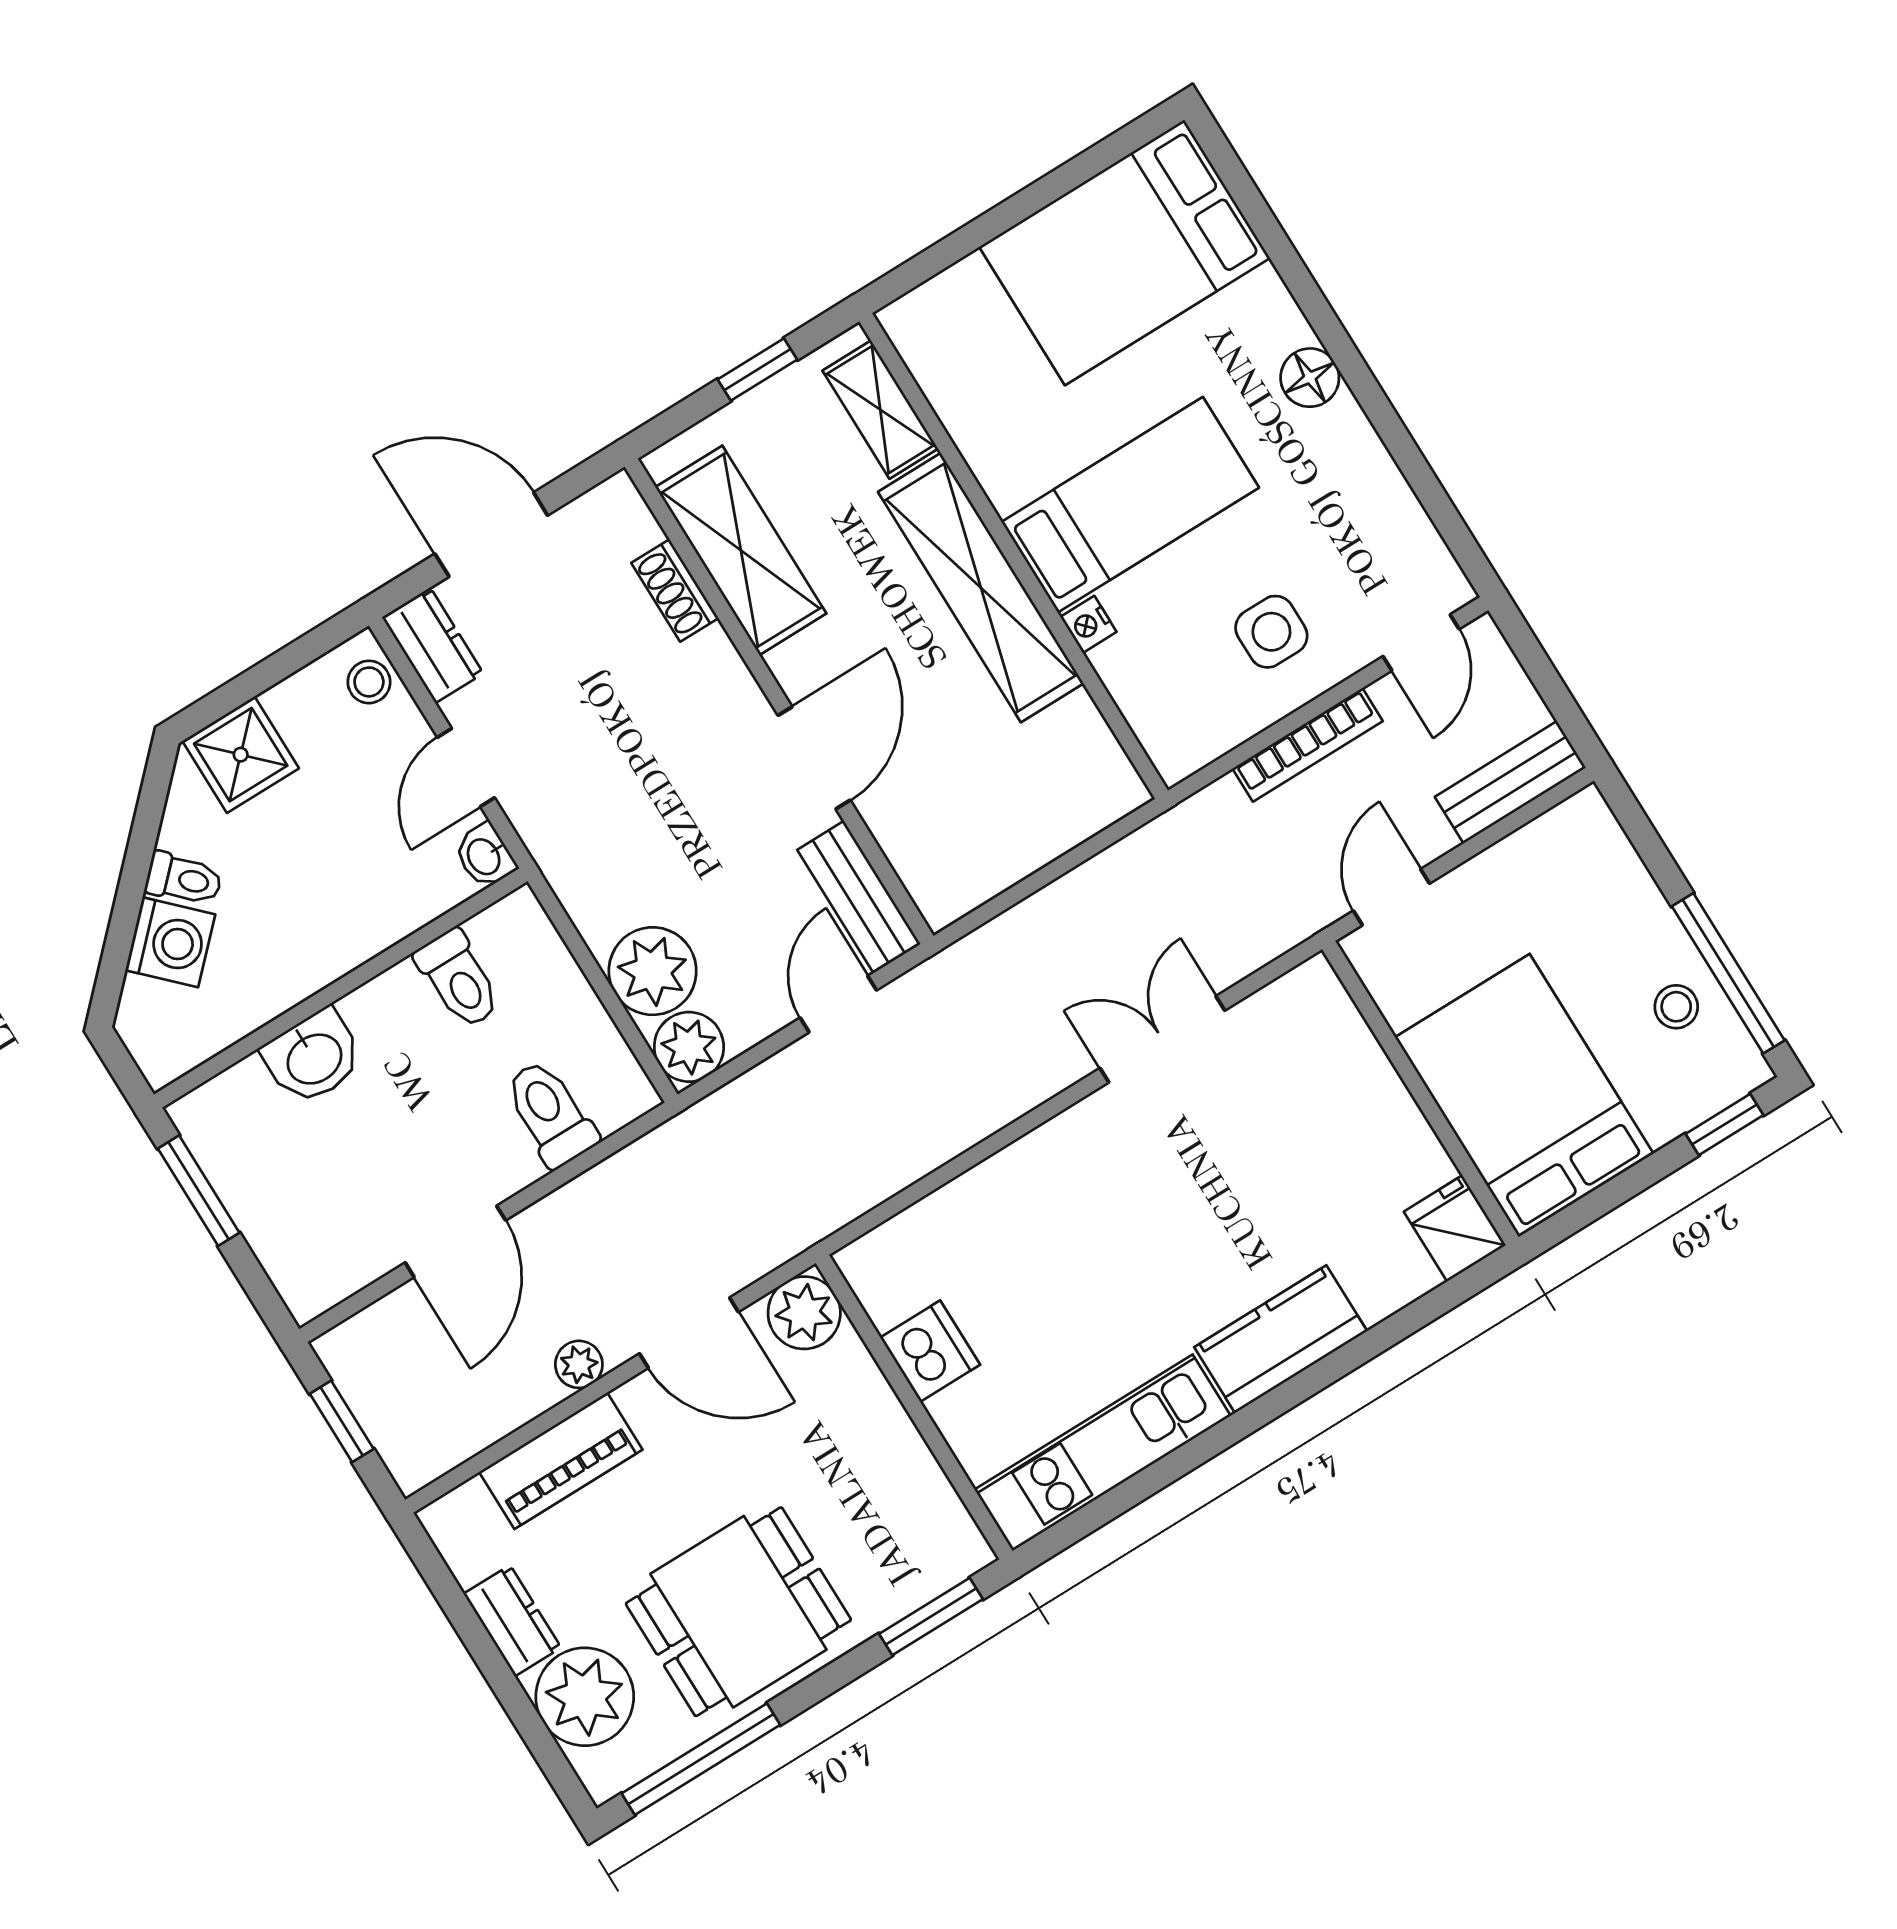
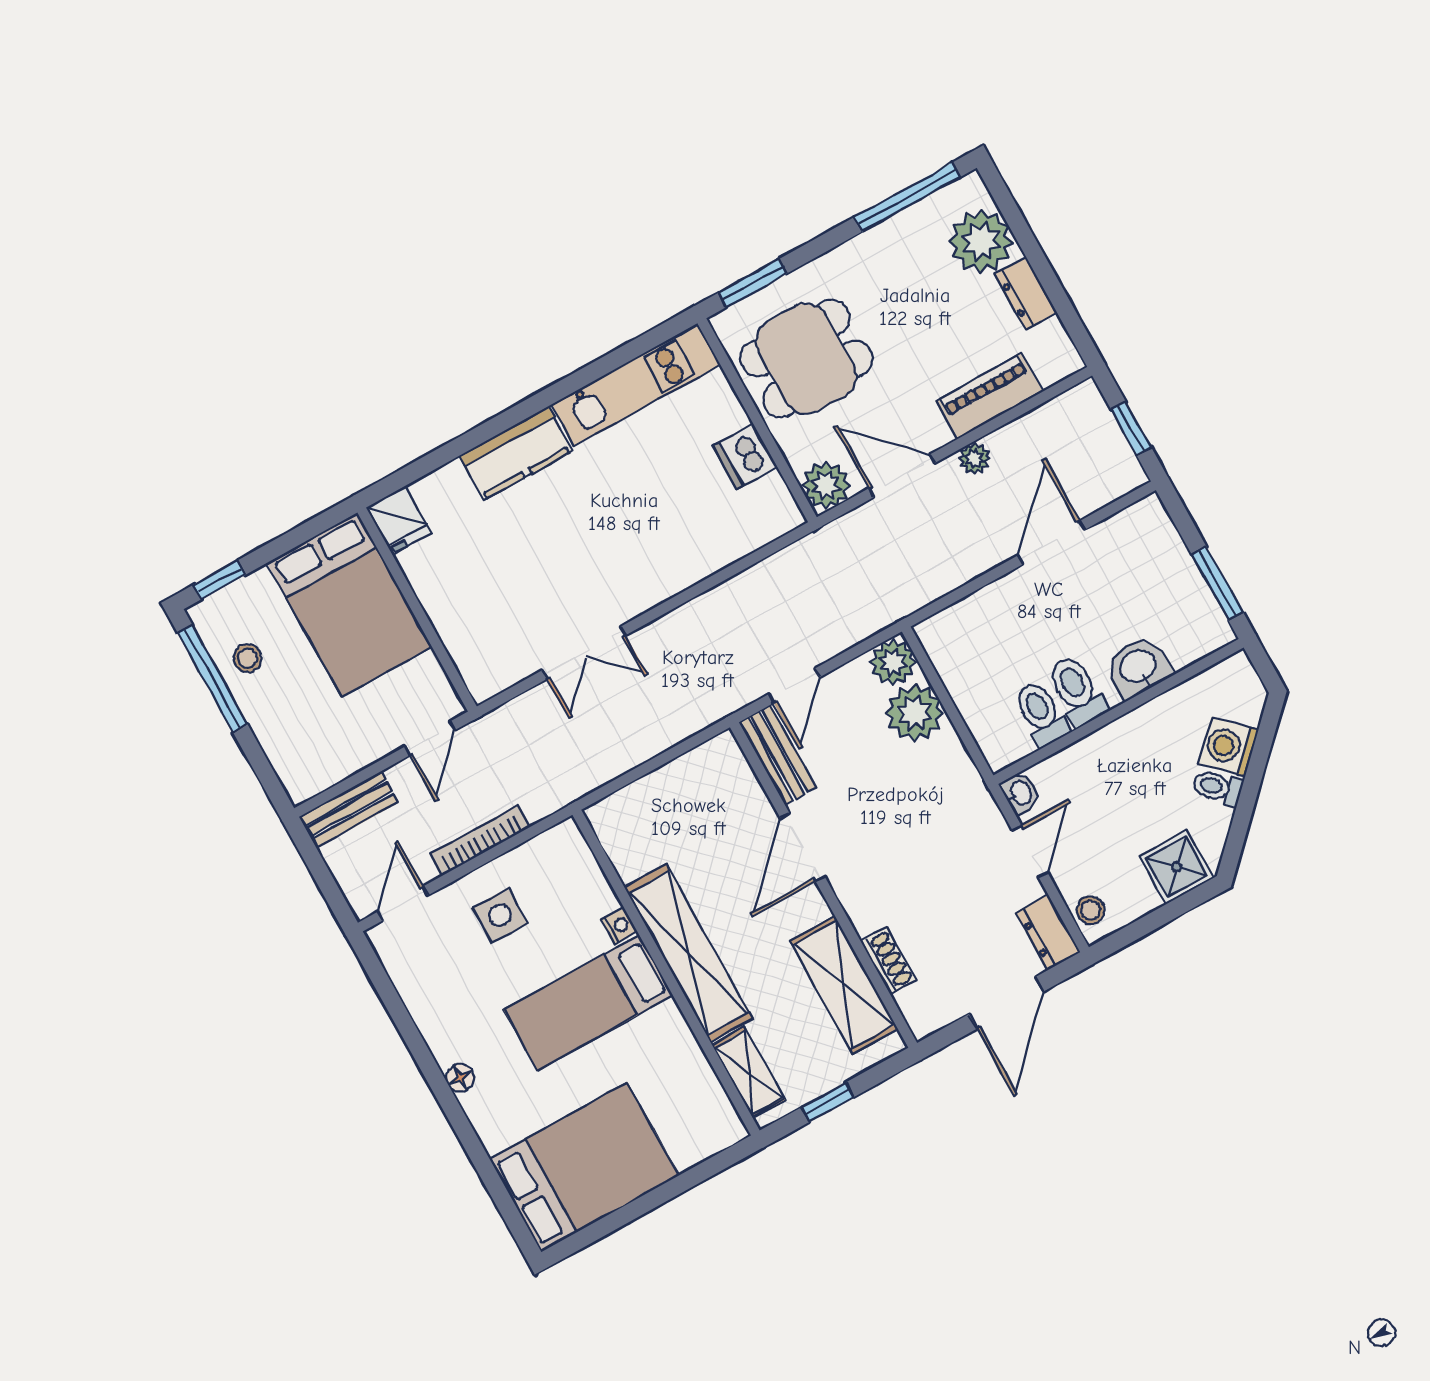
floor lamp: (1310, 378) -> (460, 1078), width x0.73, depth x0.73
door: (491, 535) -> (1006, 1003), hinge flipped
toilet: (550, 1113) -> (1077, 691), moved, turned 180
dining table: (738, 1612) -> (806, 359), moved

